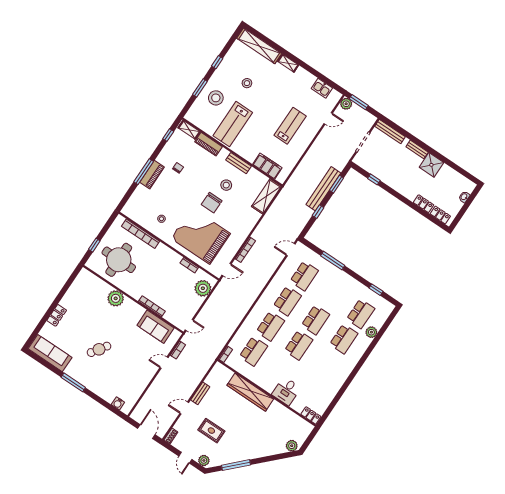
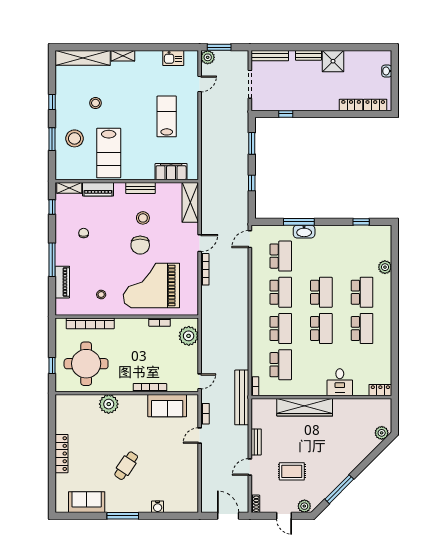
piano: (152, 175) -> (62, 282), moved
bench: (323, 189) -> (242, 397), moved
door: (227, 270) -> (200, 243), moved
washbasin: (332, 270) -> (304, 232), added
school desk: (361, 314) -> (362, 328), moved
locker: (57, 315) -> (62, 454), width x1.53
sofa: (50, 353) -> (87, 502), width x0.73
water cooler: (118, 403) -> (158, 507), moved

